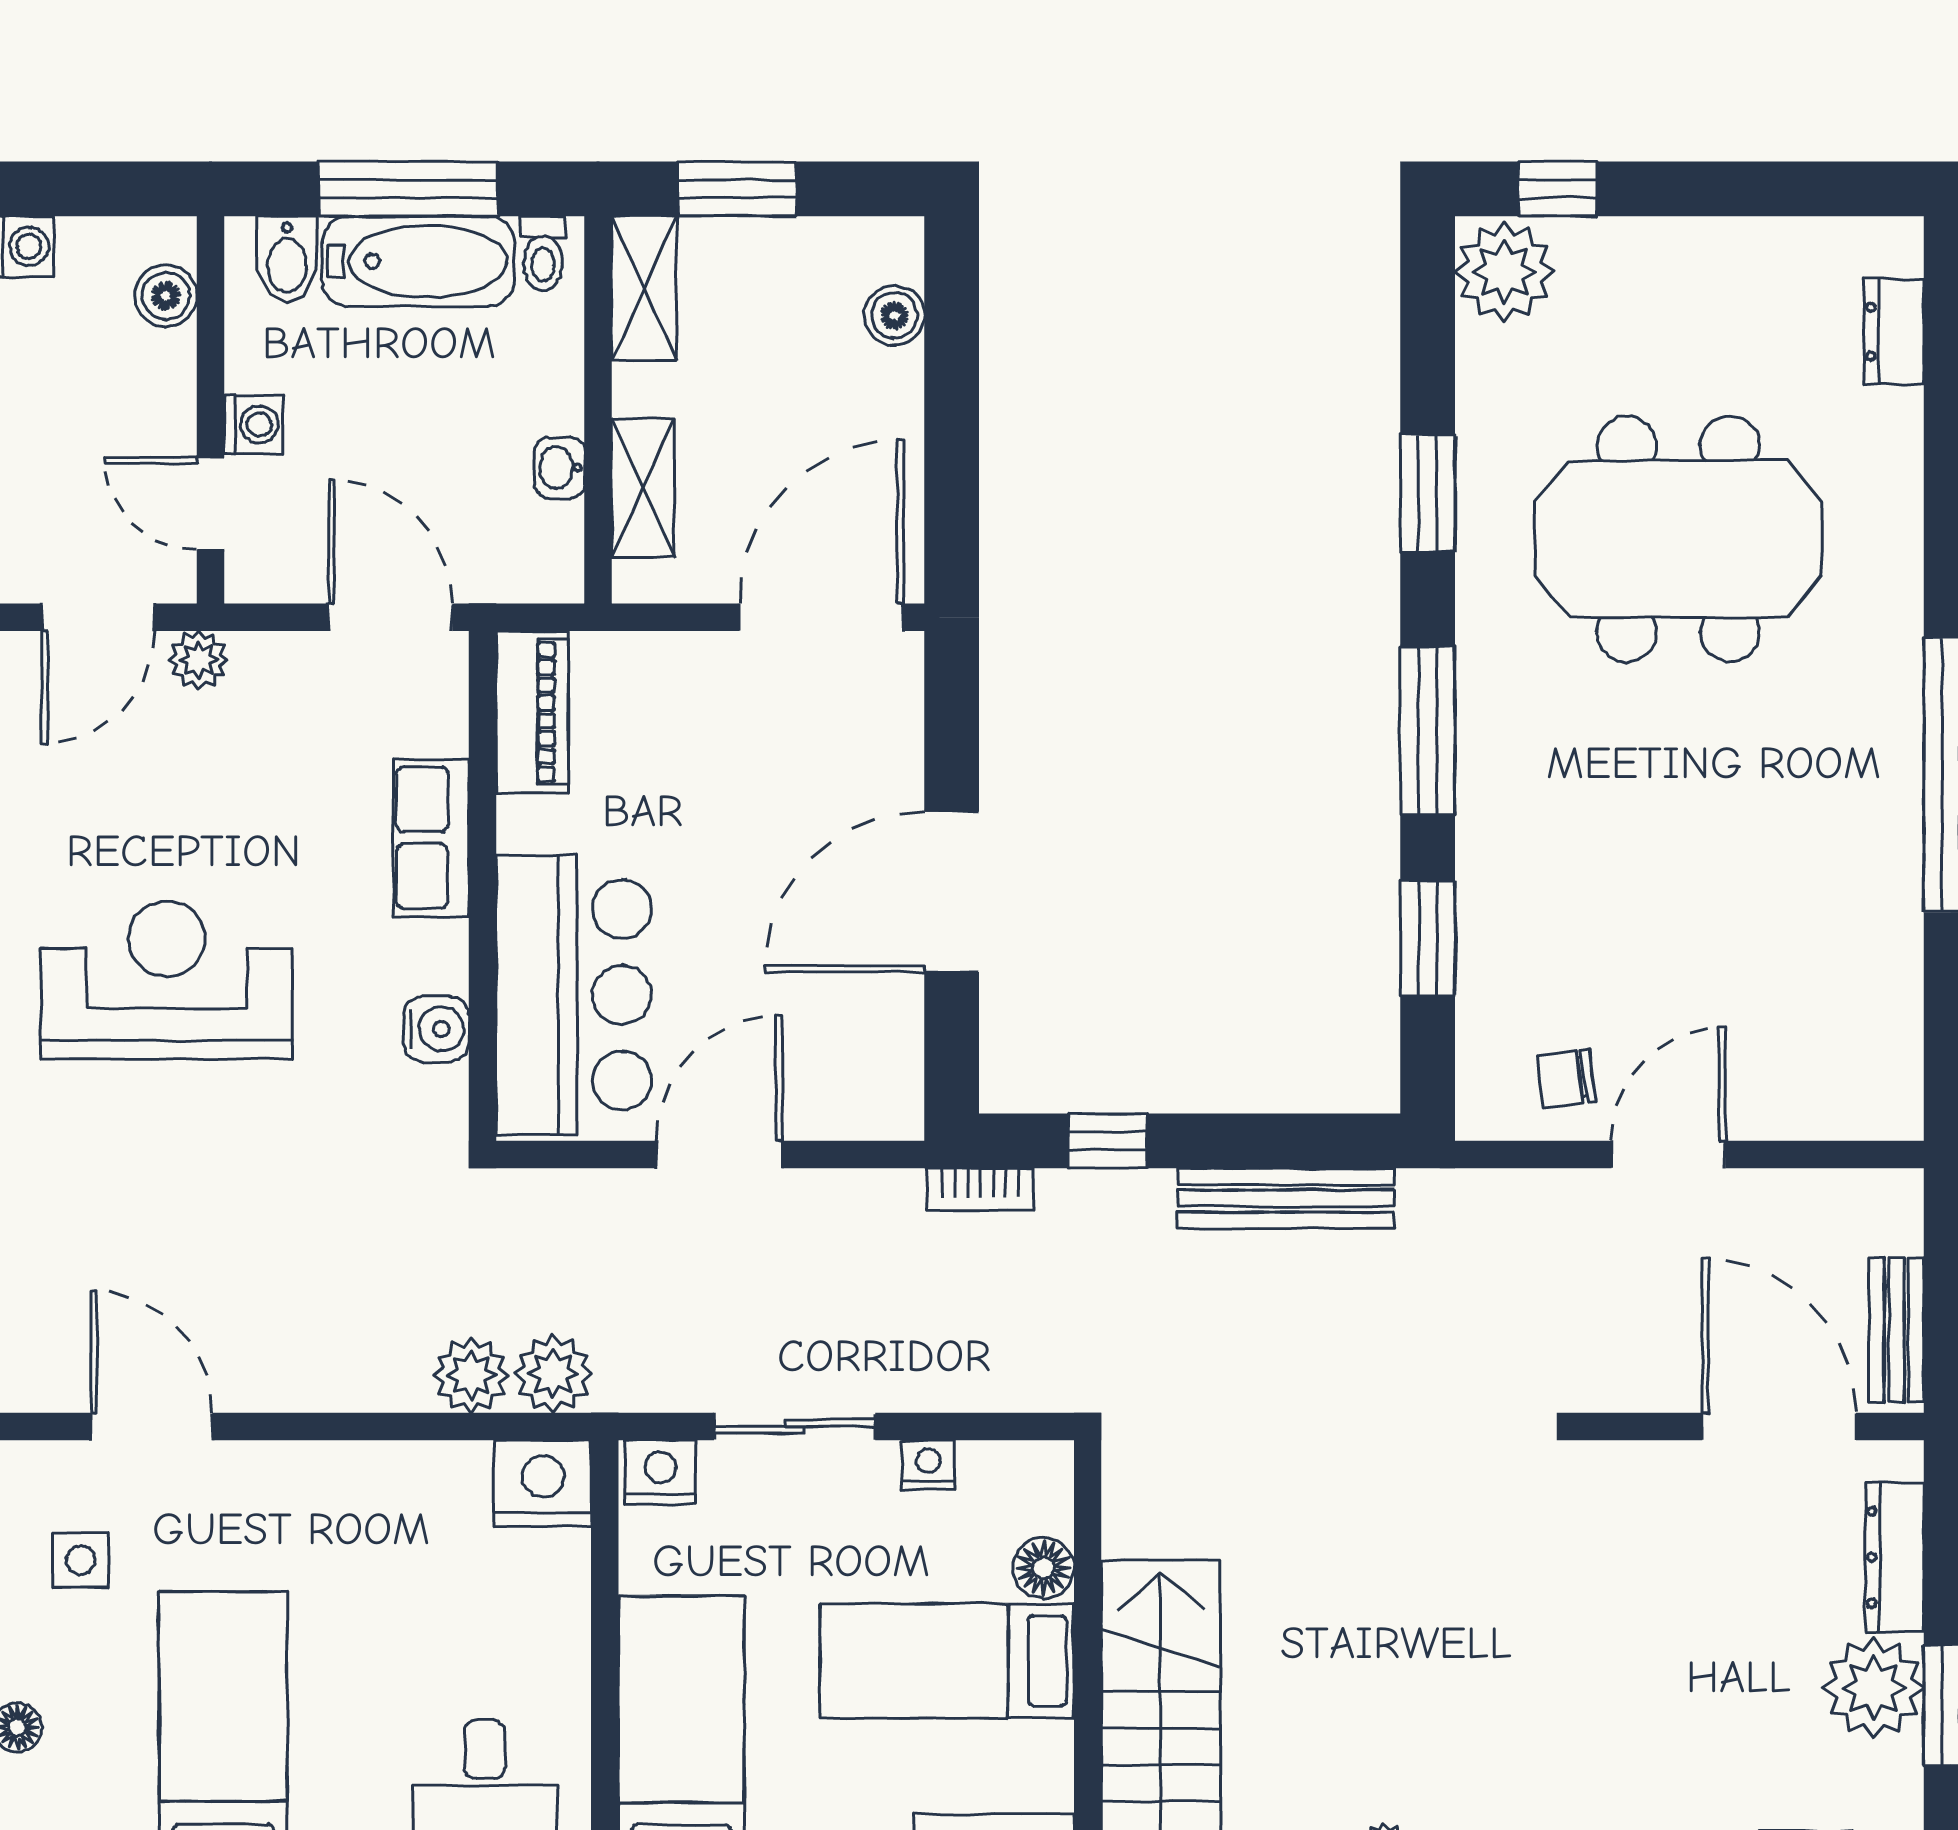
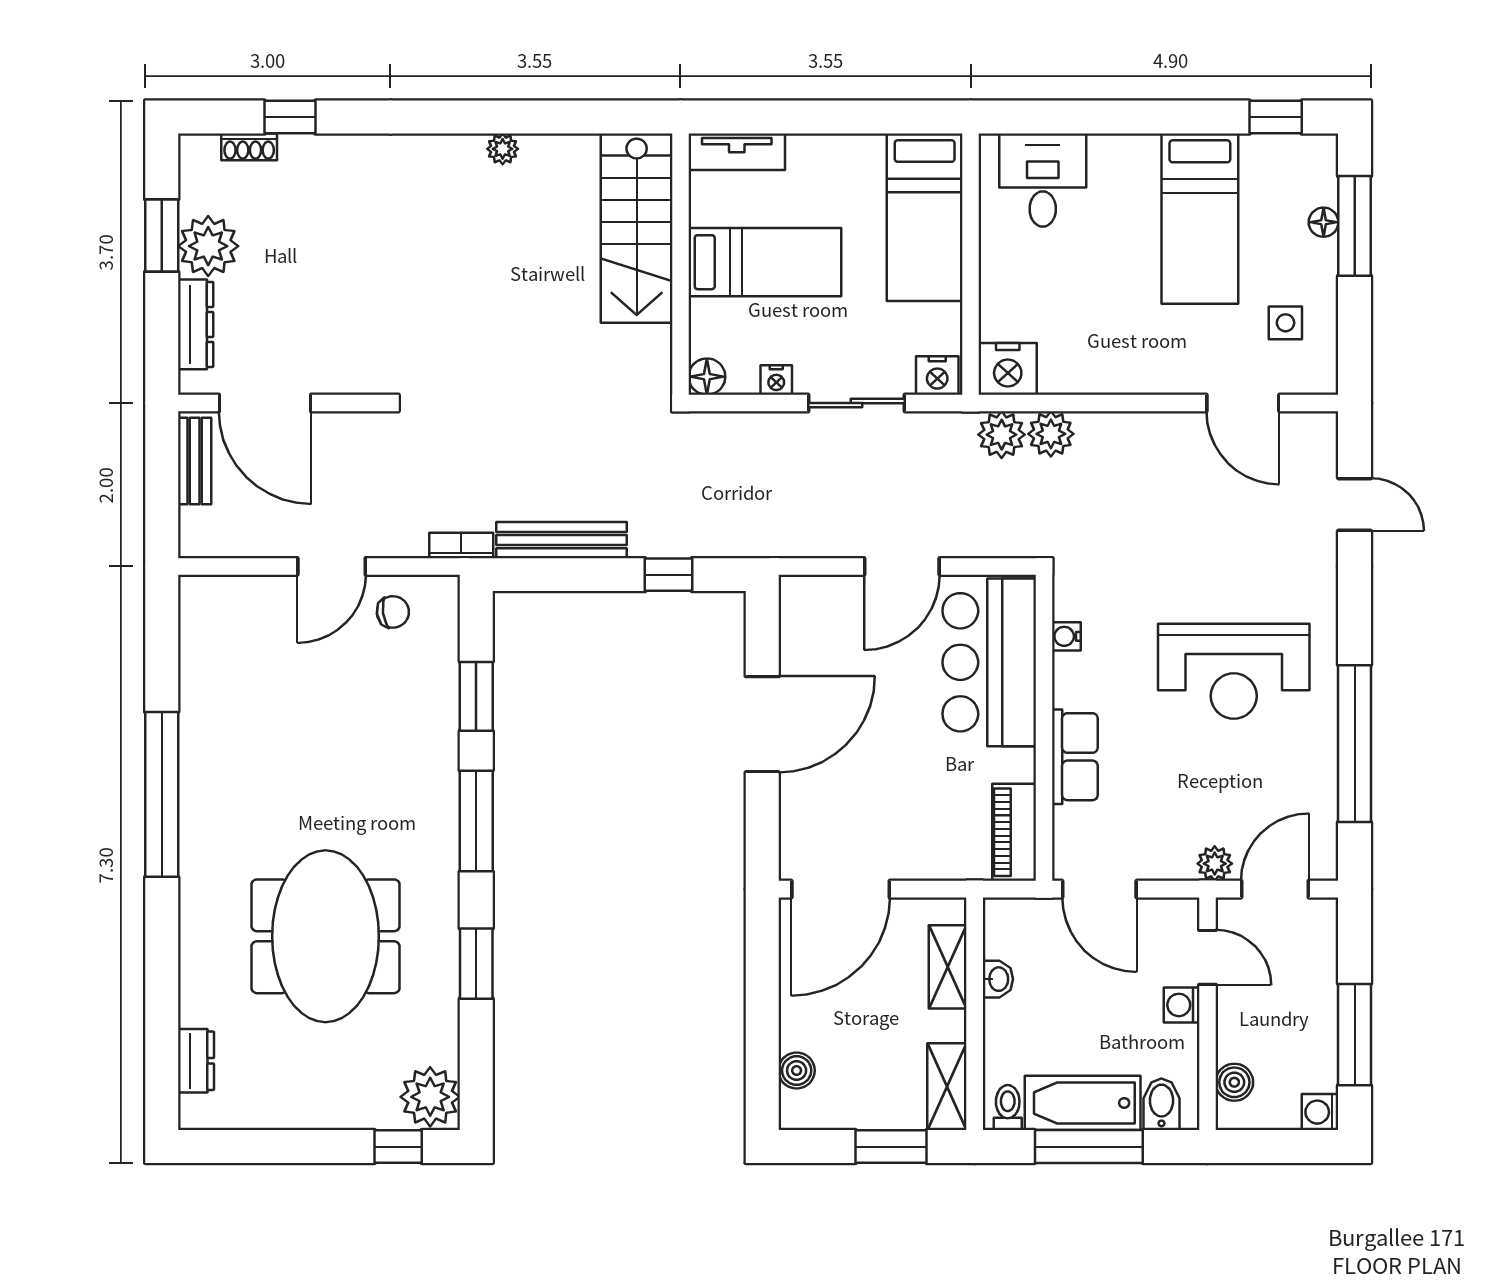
meeting table: (1678, 539) -> (325, 936), turned 90
water cooler: (436, 1029) -> (1066, 636), width x0.72, depth x0.72
bookcase: (980, 1189) -> (461, 545), moved
floor lamp: (1044, 1568) -> (707, 377), moved

